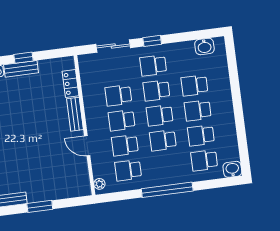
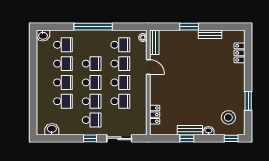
bench: (75, 114) -> (154, 42), moved

